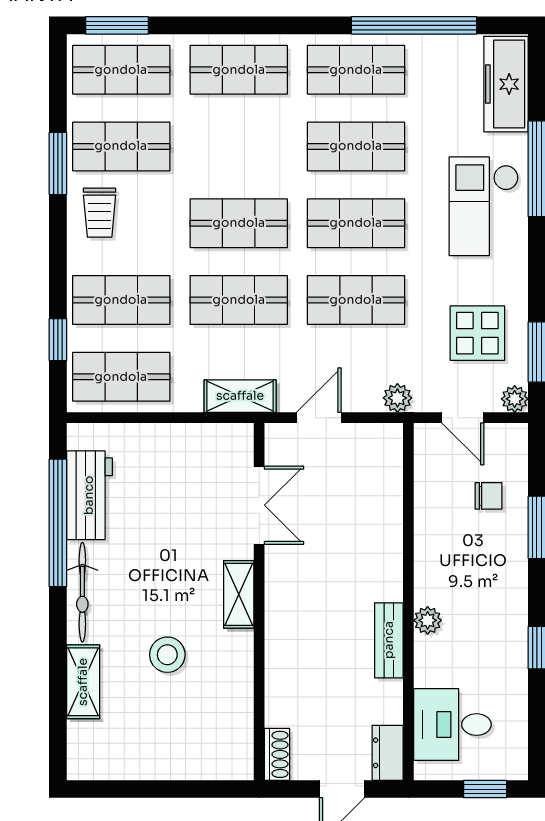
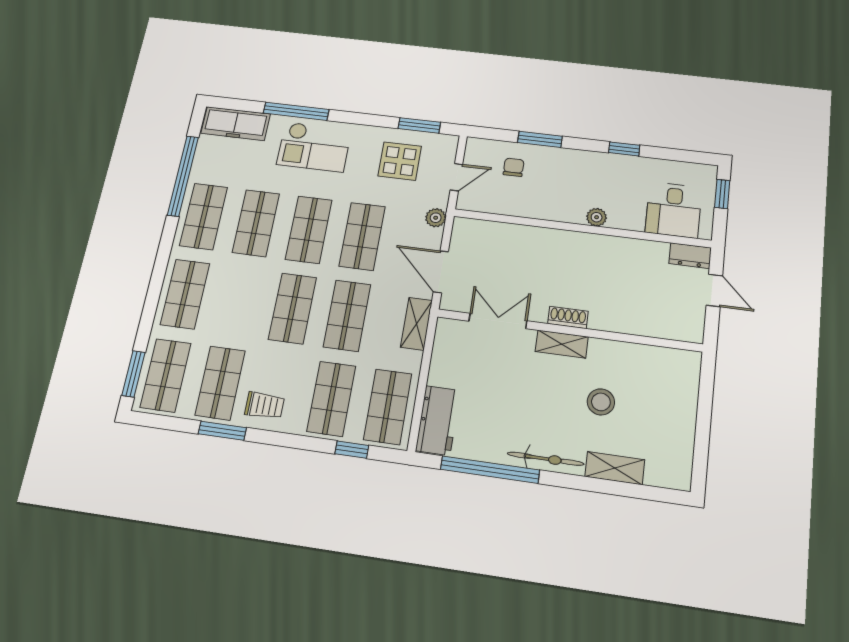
plant: (515, 399) -> (449, 143), removed
door: (319, 418) -> (441, 272), width x1.38
workbench: (89, 495) -> (438, 420), moved, turned 90
bench: (389, 640) -> (608, 245), removed
shoe rack: (277, 754) -> (568, 317), moved

